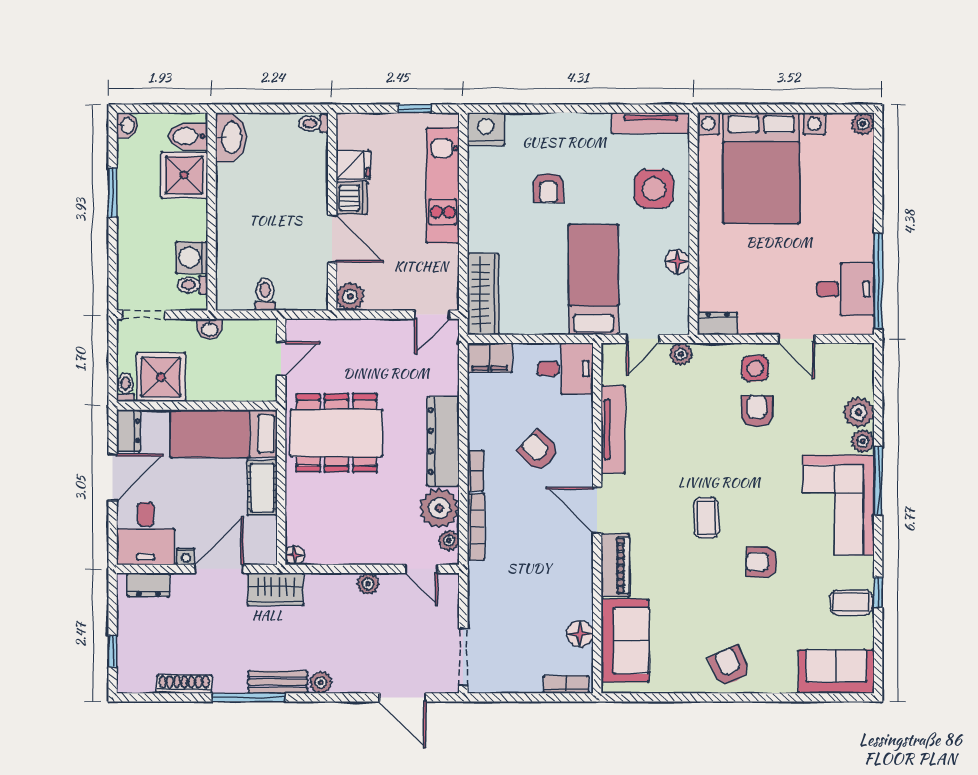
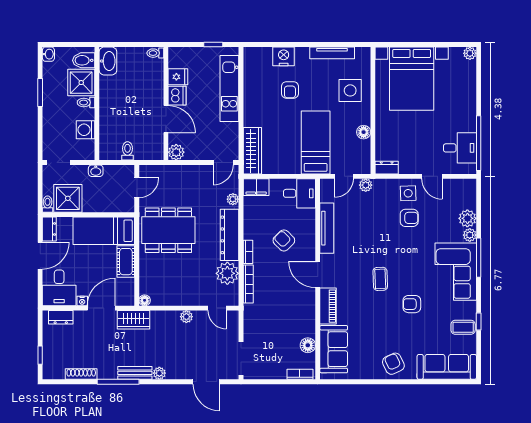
tv unit: (651, 123) -> (332, 53), moved
nightstand: (486, 129) -> (284, 56), moved
toilet: (193, 285) -> (86, 103), moved
armchair: (757, 411) -> (409, 218), turned 90
plant: (449, 541) -> (233, 199), moved
sofa: (836, 672) -> (447, 367), width x1.36

